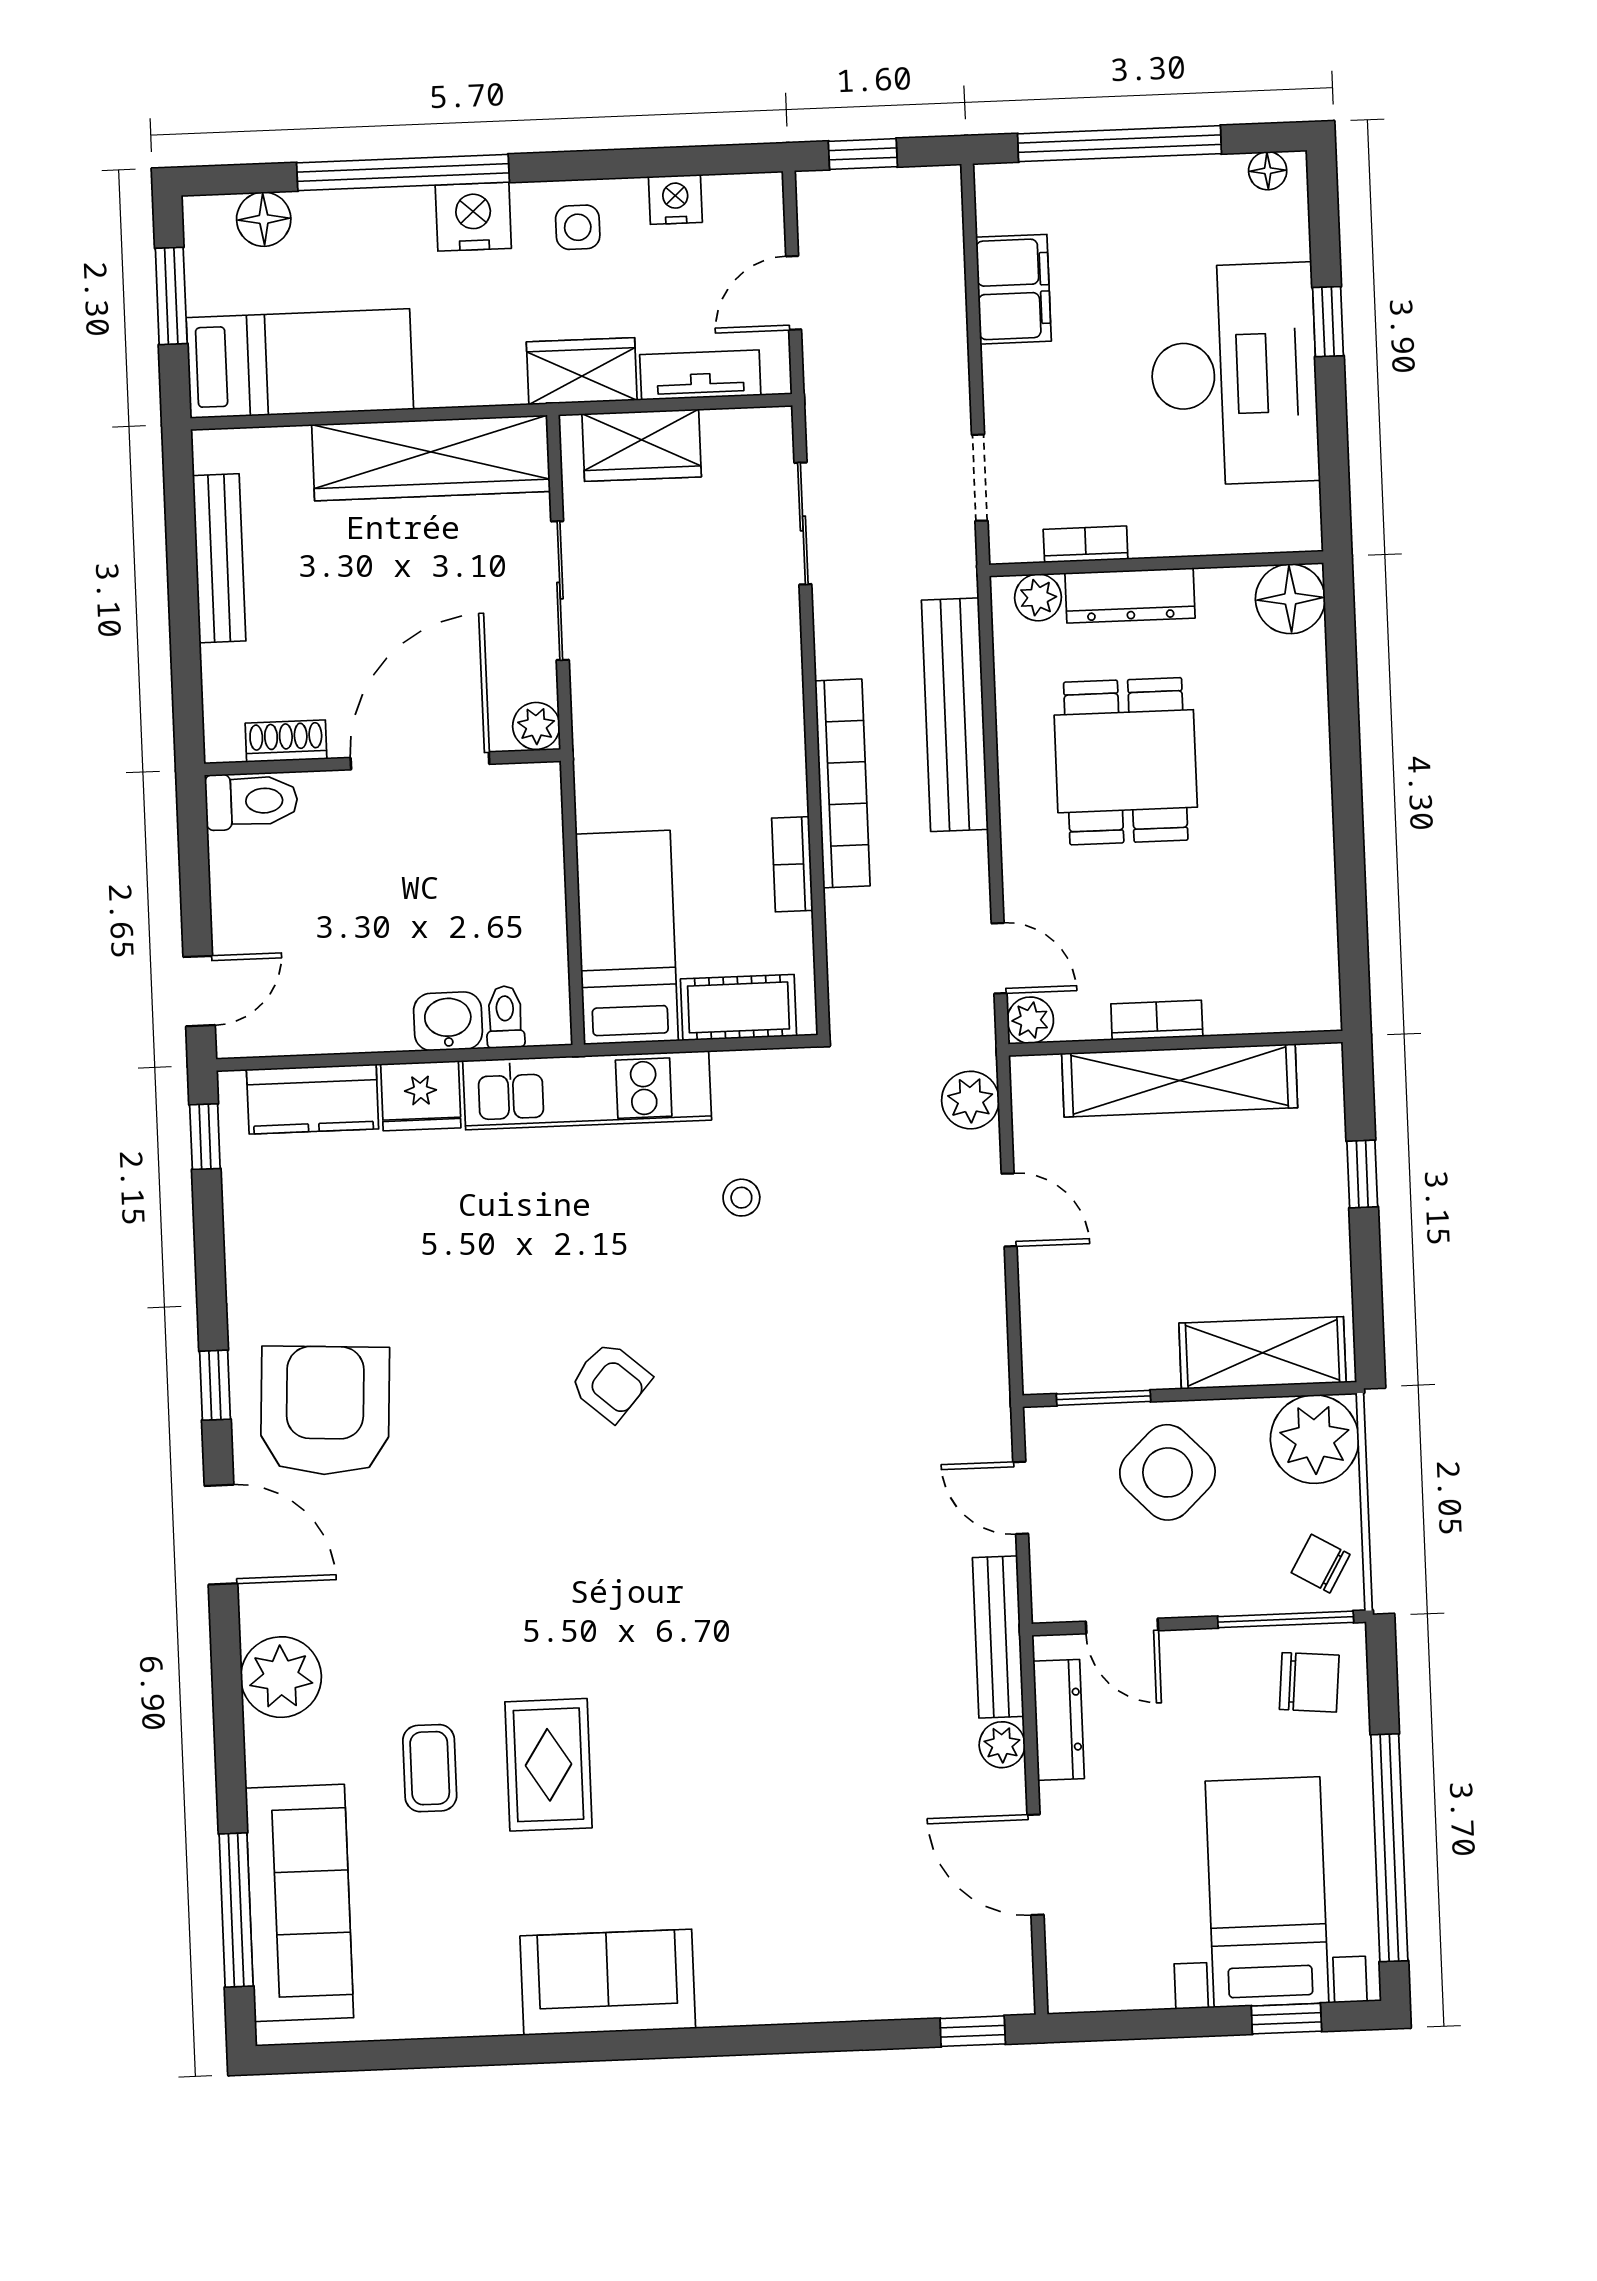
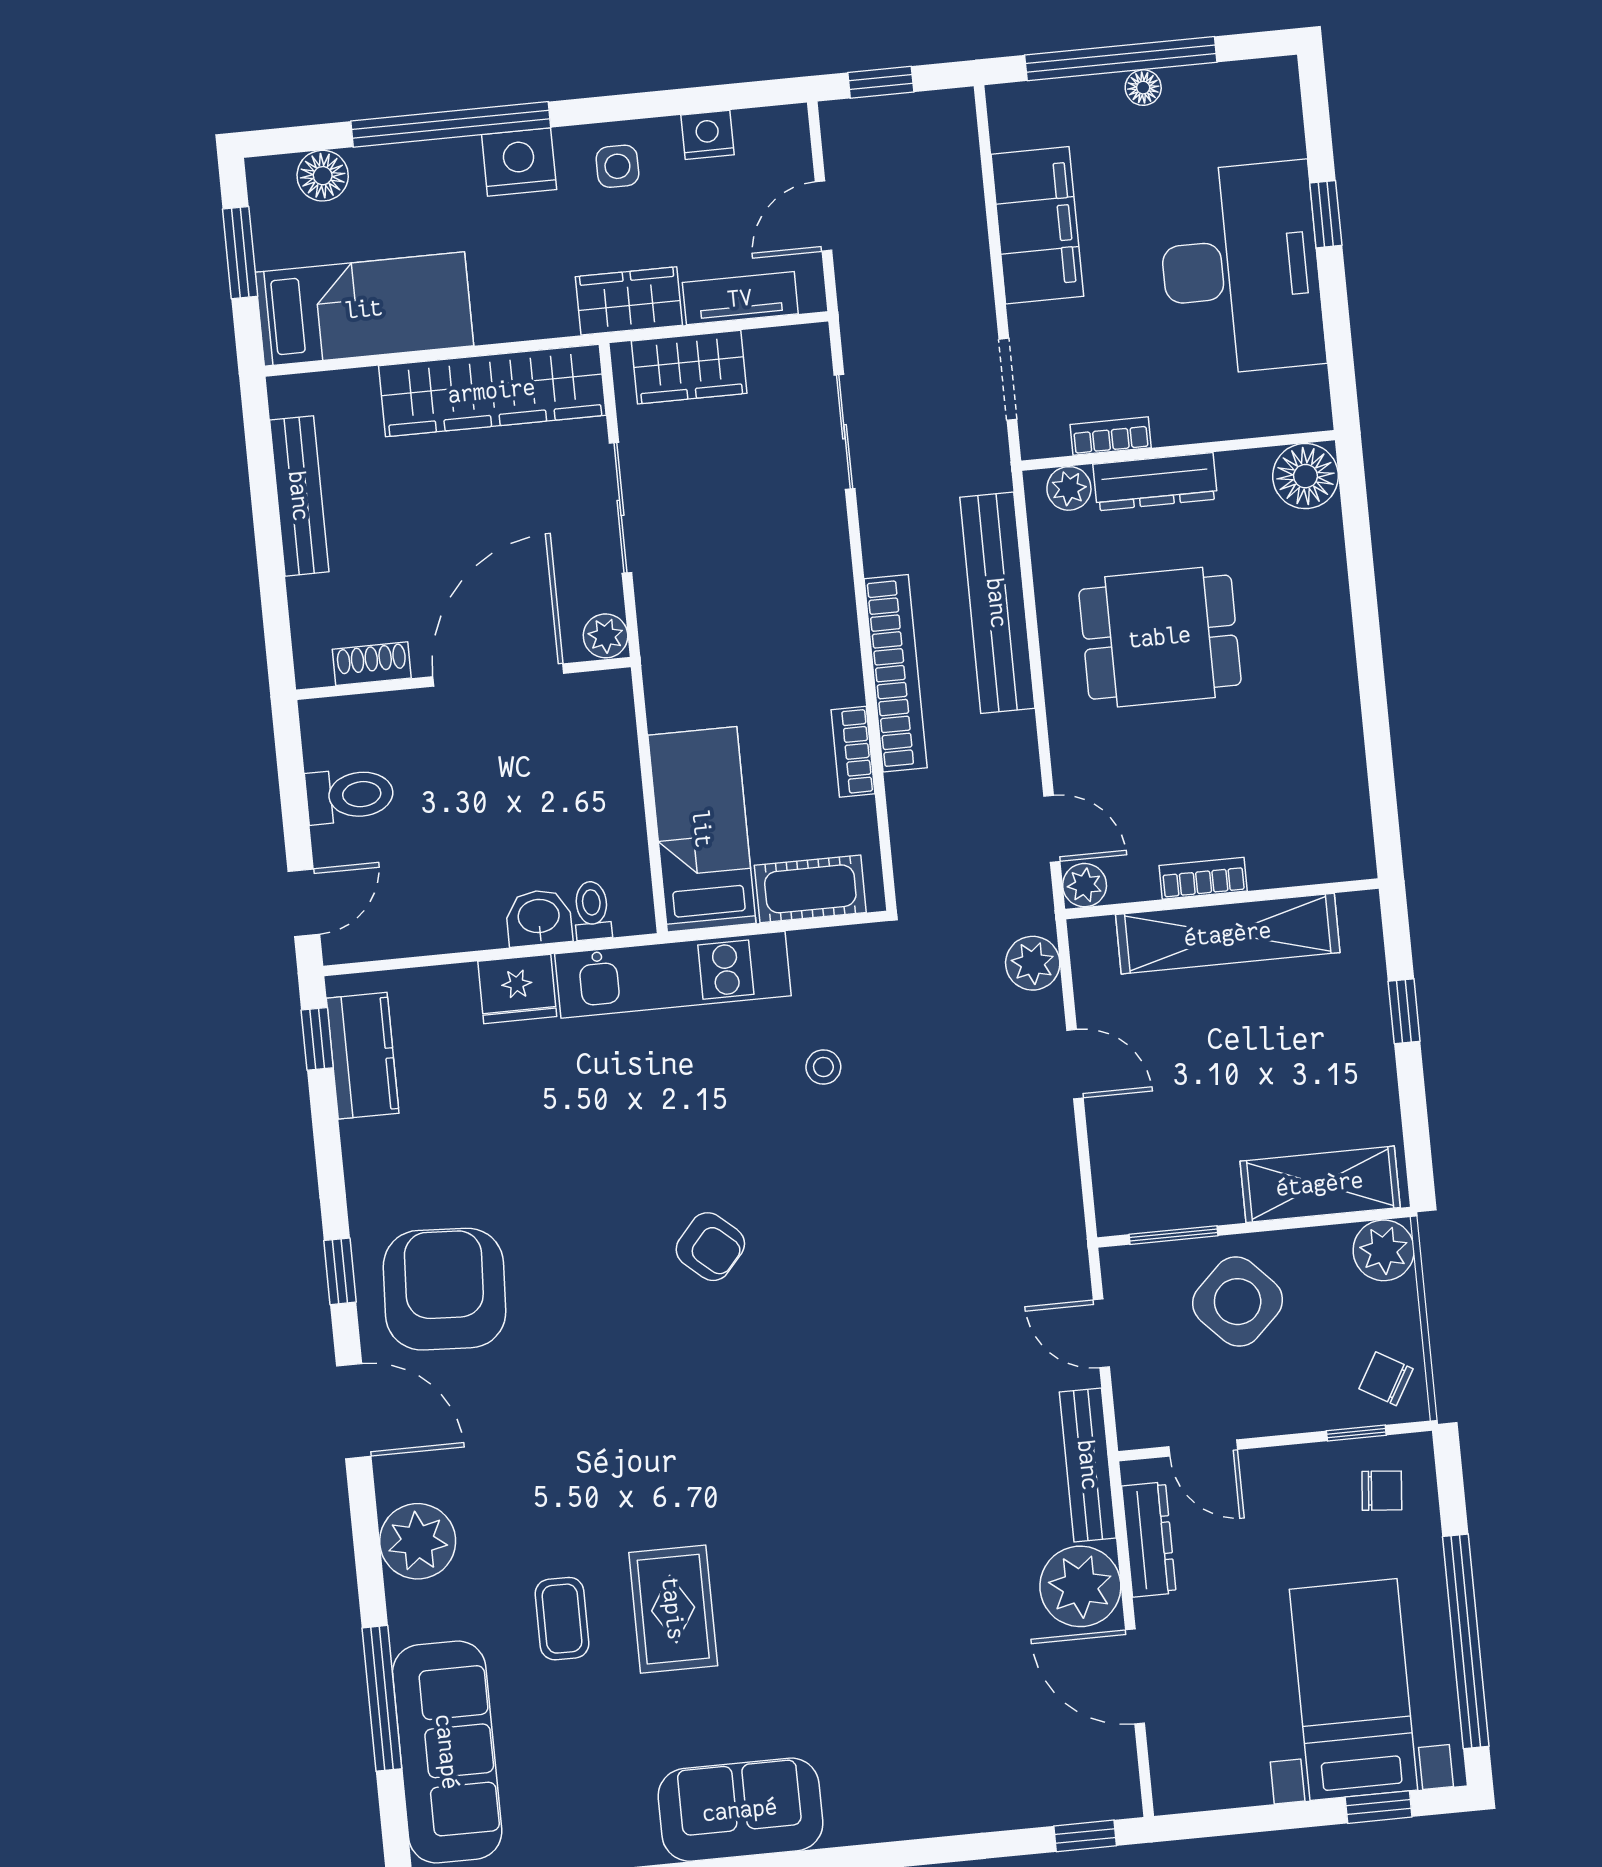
floor lamp: (1268, 171) -> (1143, 88), moved
filing cabinet: (1013, 289) -> (1037, 225), width x1.50, depth x1.17
dining table: (1126, 761) -> (1160, 637), turned 90
toilet: (251, 801) -> (350, 795), moved
kitchen counter: (313, 1099) -> (363, 1056), moved, turned -90
plant: (1315, 1439) -> (1384, 1250), width x0.73, depth x0.73
window: (1286, 1619) -> (1356, 1433), width x0.46
chair: (1309, 1682) -> (1382, 1491), width x0.73, depth x0.73
plant: (1002, 1745) -> (1080, 1586), width x1.88, depth x1.88
window: (236, 1910) -> (382, 1698), moved

